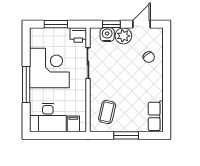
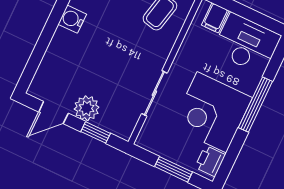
printer: (78, 35) -> (210, 161), moved, turned -90
water cooler: (107, 35) -> (72, 19), moved, turned 90
chair: (149, 57) -> (65, 62), removed

